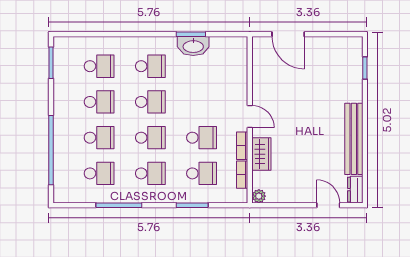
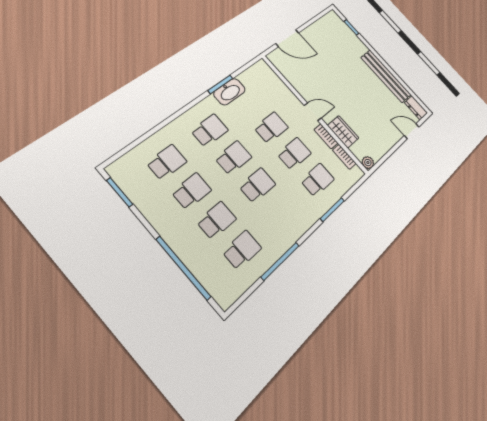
school desk: (150, 173) -> (271, 128), moved

